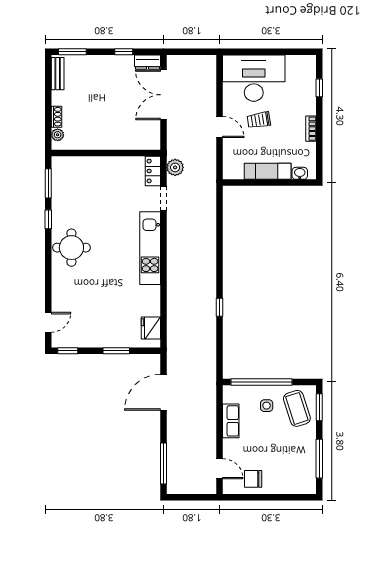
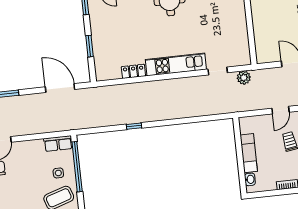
locker: (153, 171) -> (133, 71), moved
fridge: (151, 328) -> (111, 72), removed
row of seats: (231, 421) -> (58, 144), moved

